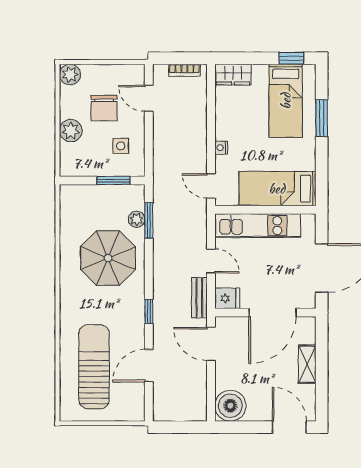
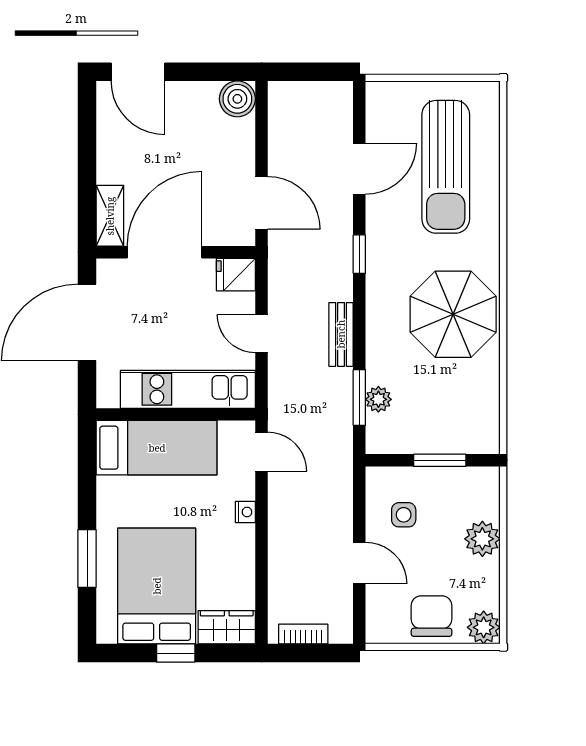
window: (291, 58) -> (176, 653), moved
door: (149, 98) -> (359, 563), moved
bed: (286, 101) -> (157, 586), width x1.50
chair: (104, 108) -> (432, 616), moved
window: (114, 181) -> (440, 460), moved
parasol: (108, 258) -> (453, 314), moved
bench: (199, 298) -> (341, 334), moved
shelving: (307, 364) -> (110, 216), moved
boiler: (230, 406) -> (237, 99), width x0.73, depth x0.73

